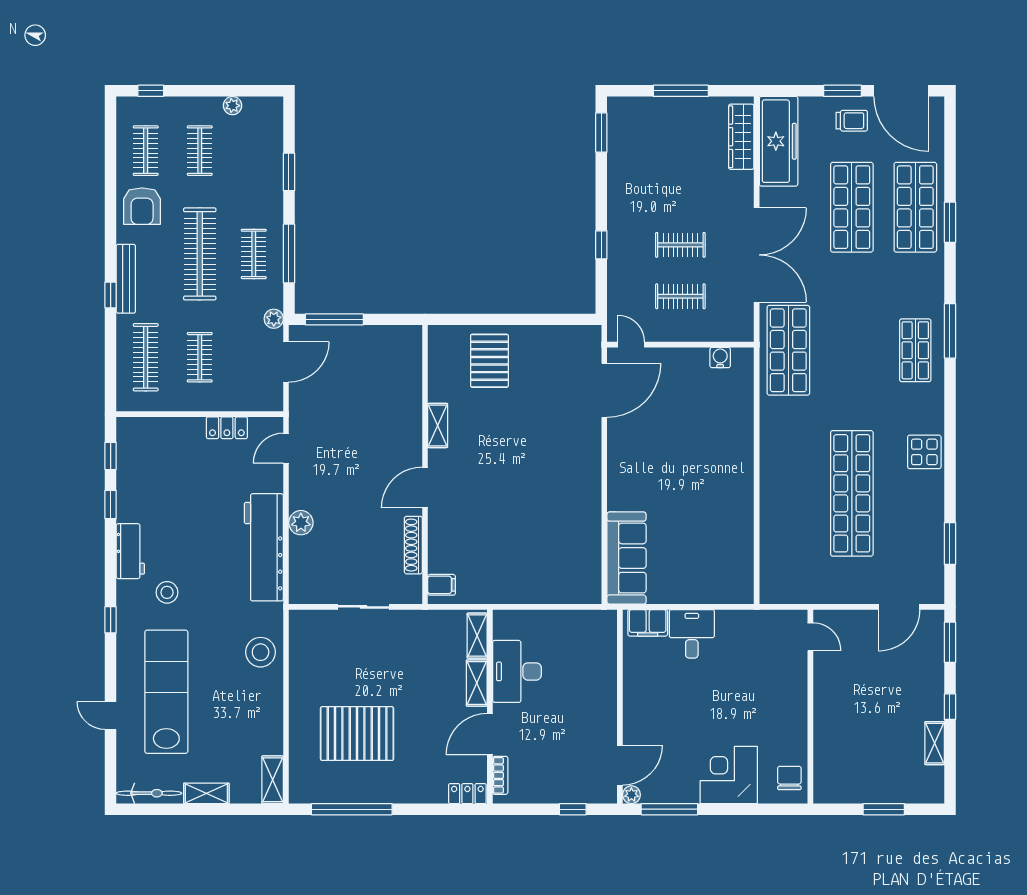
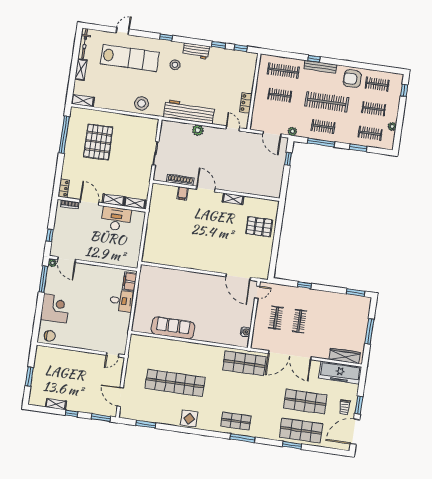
clothes rail: (254, 151) -> (370, 133), added
window: (334, 319) -> (288, 159), width x0.46
sofa: (627, 558) -> (173, 328), moved, turned 180
filing cabinet: (441, 585) -> (183, 193), moved

